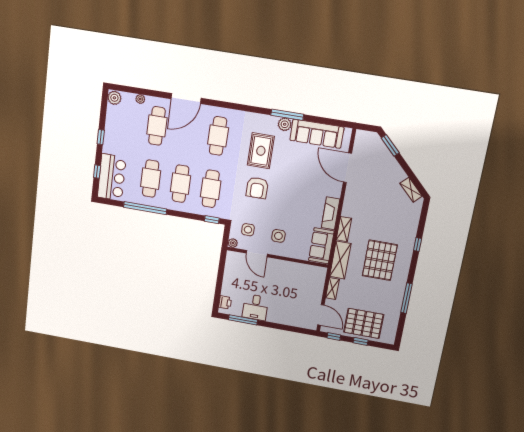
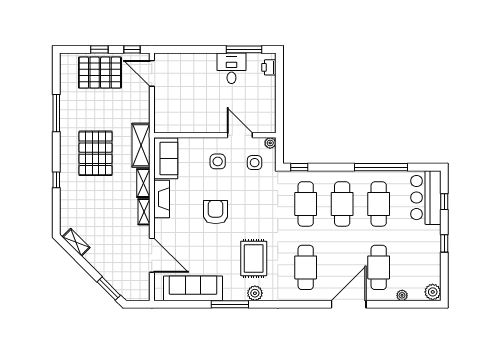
plant: (285, 124) -> (255, 293), moved
armchair: (257, 188) -> (216, 212), moved
shelving: (332, 289) -> (144, 212), moved

